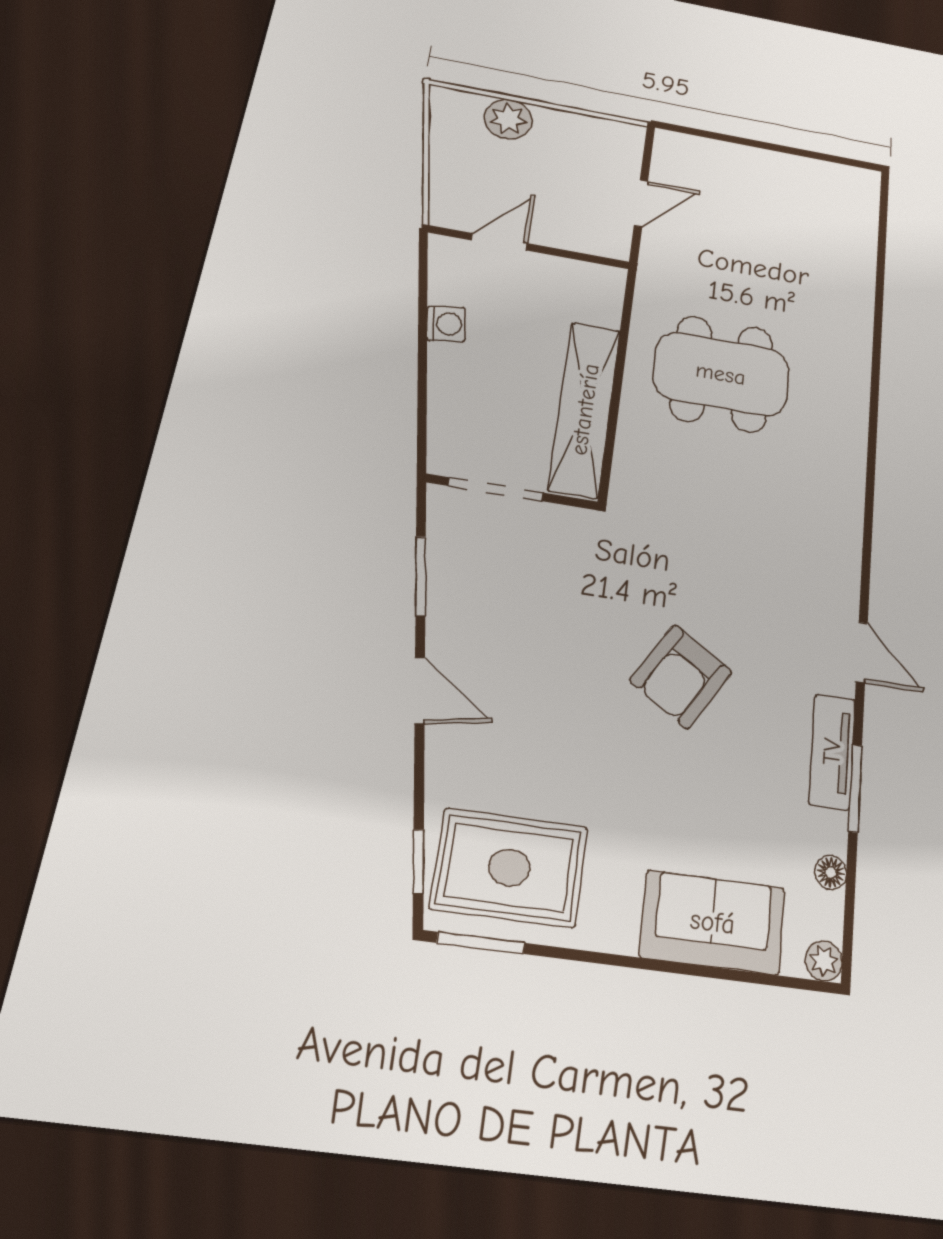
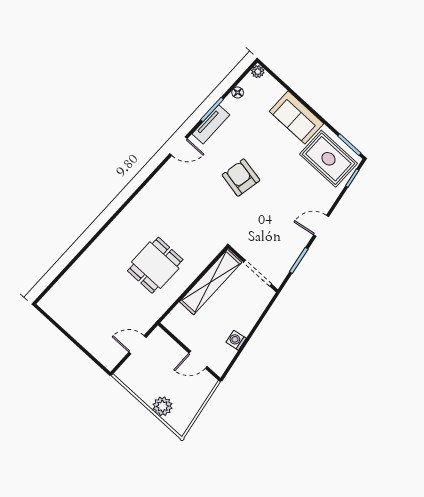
dining table: (721, 374) -> (155, 265), width x0.73
door: (862, 652) -> (178, 146), swing flipped
armchair: (681, 676) -> (241, 178), turned -111
door: (420, 690) -> (321, 226), hinge flipped
sofa: (713, 922) -> (297, 117), moved

